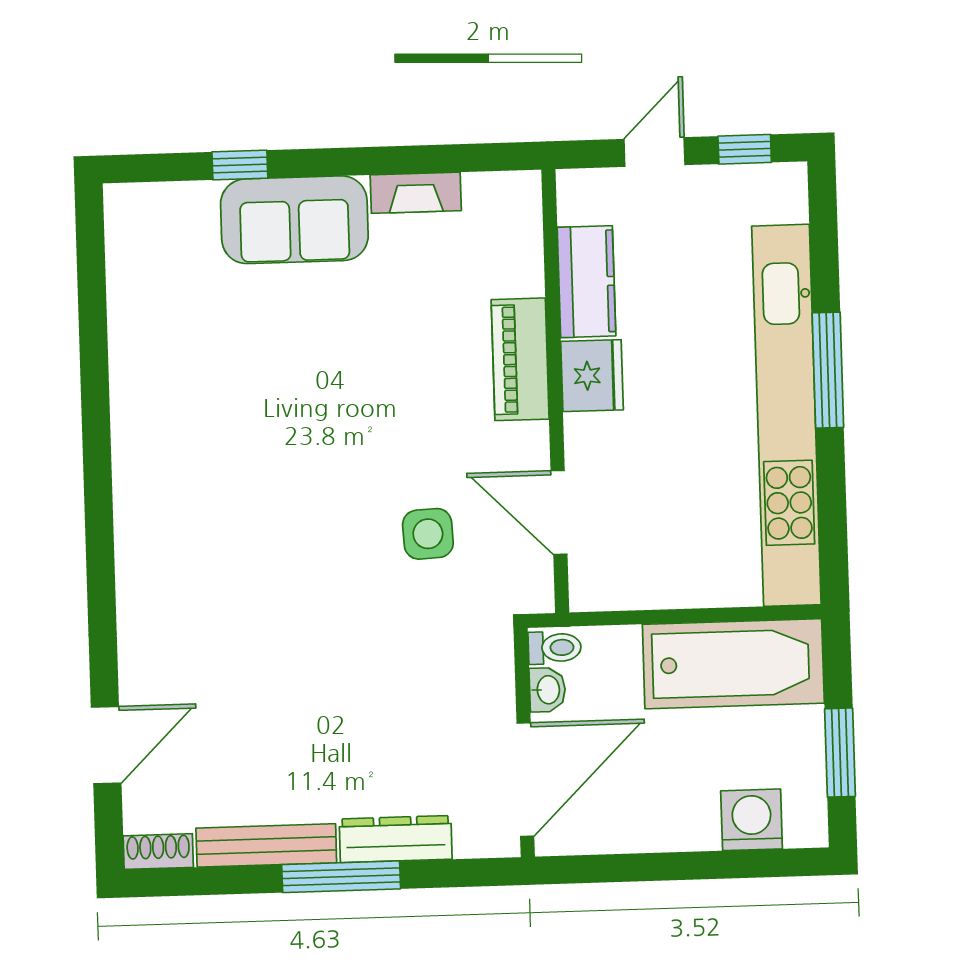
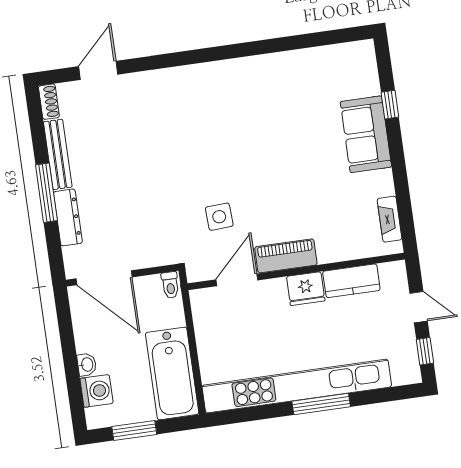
fireplace: (416, 193) -> (390, 219), moved
piano: (520, 359) -> (286, 256), moved
washbasin: (547, 690) -> (87, 365), moved, turned -90
door: (106, 745) -> (98, 70), swing flipped

